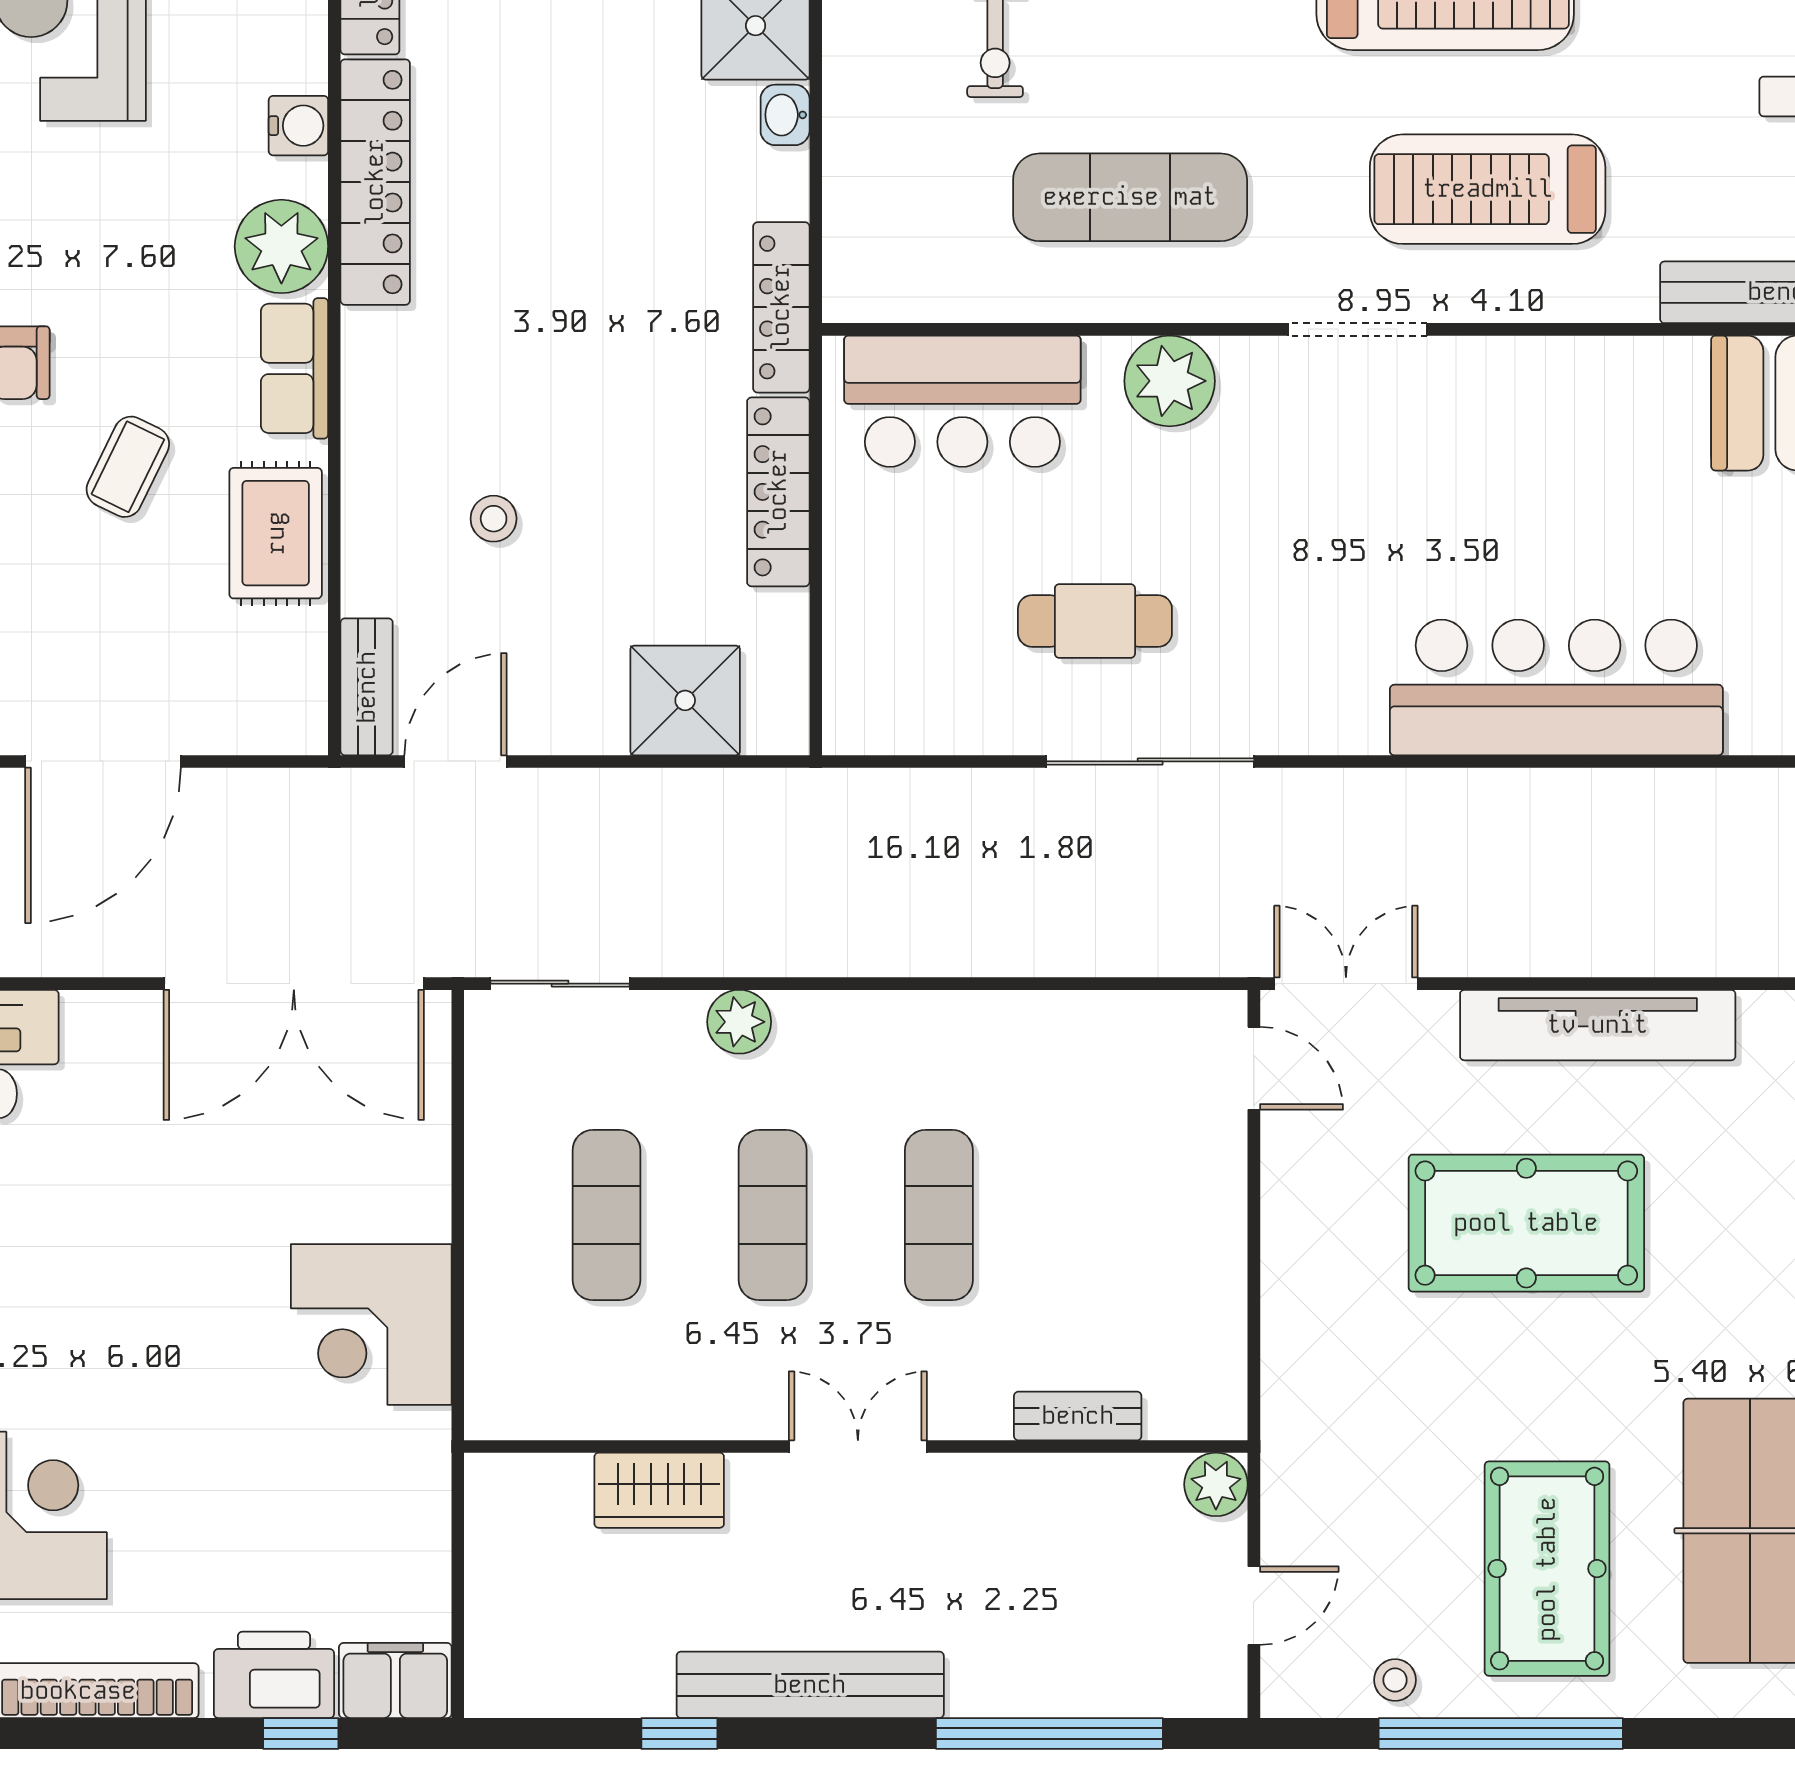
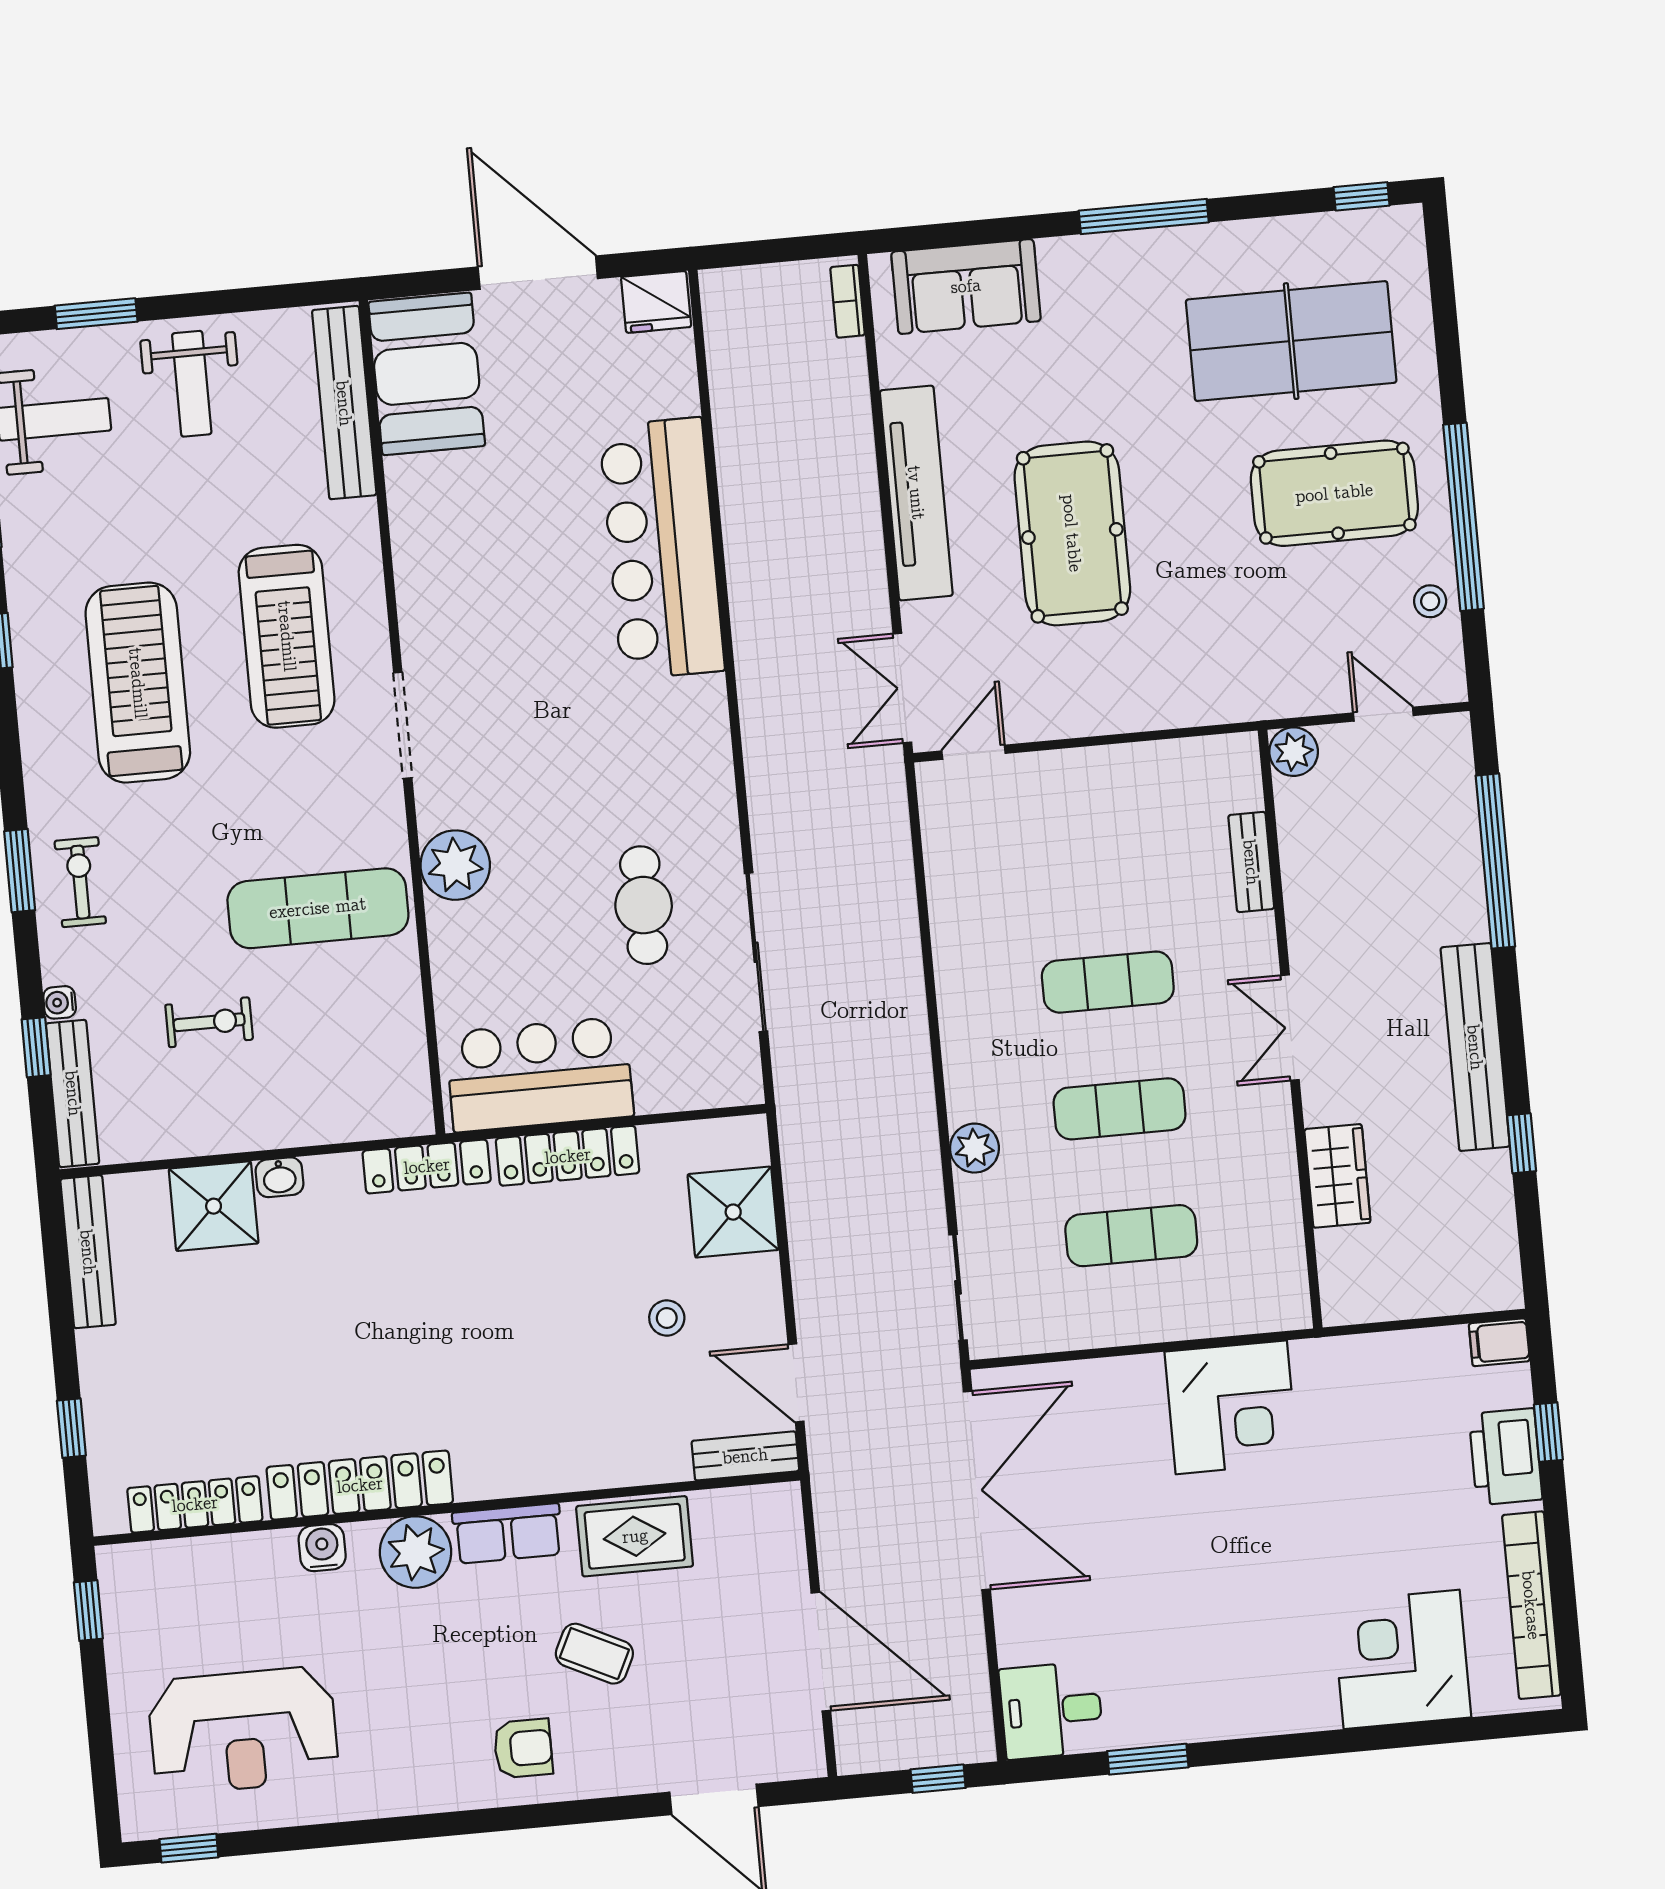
exercise mat: (1130, 197) -> (318, 908), turned 90
bar counter: (962, 401) -> (539, 1074), moved, turned -90
stool: (494, 519) -> (667, 1318), moved
sliding door: (1150, 761) -> (756, 952), moved
filing cabinet: (395, 1681) -> (1499, 1342), width x0.50

